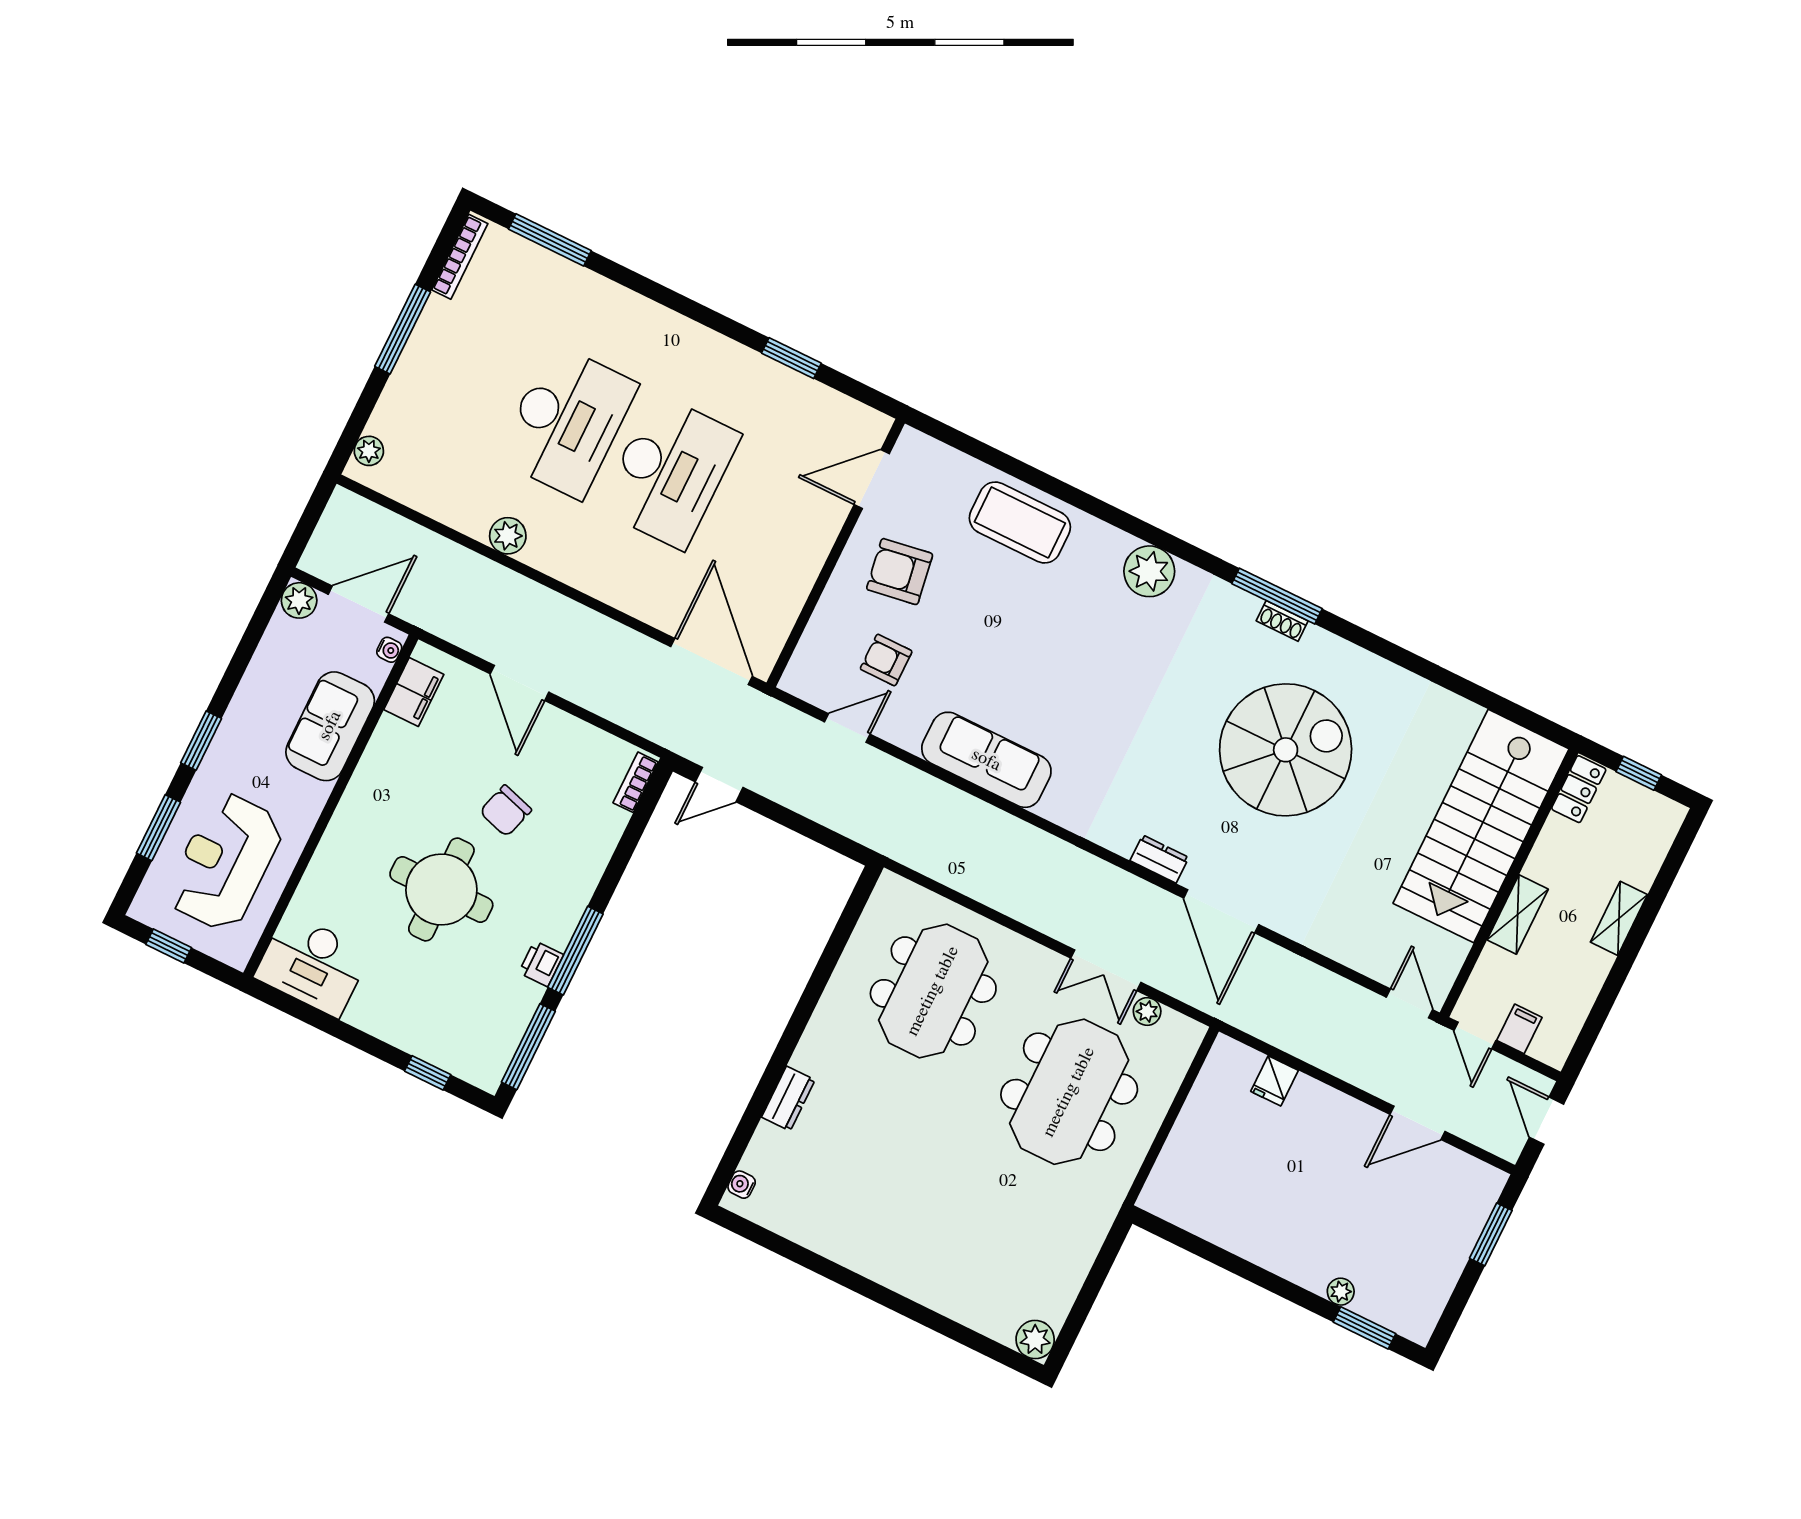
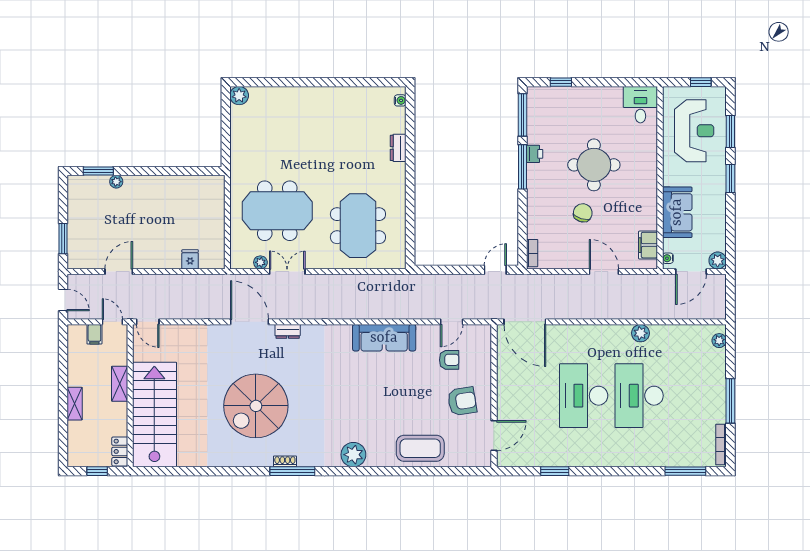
desk: (312, 965) -> (640, 105), width x0.73
meeting table: (1069, 1092) -> (277, 211), turned 90

